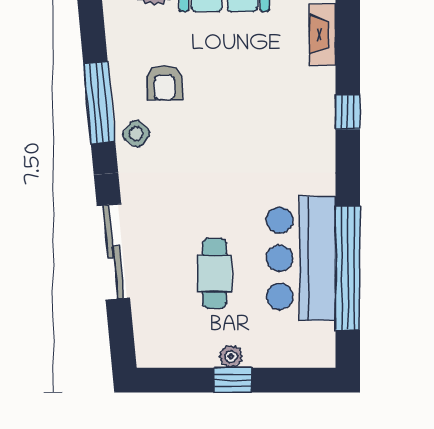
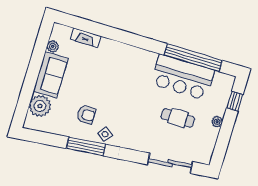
window: (348, 112) -> (124, 37), removed
sliding door: (113, 252) -> (170, 163), moved
window: (233, 380) -> (235, 101), moved

